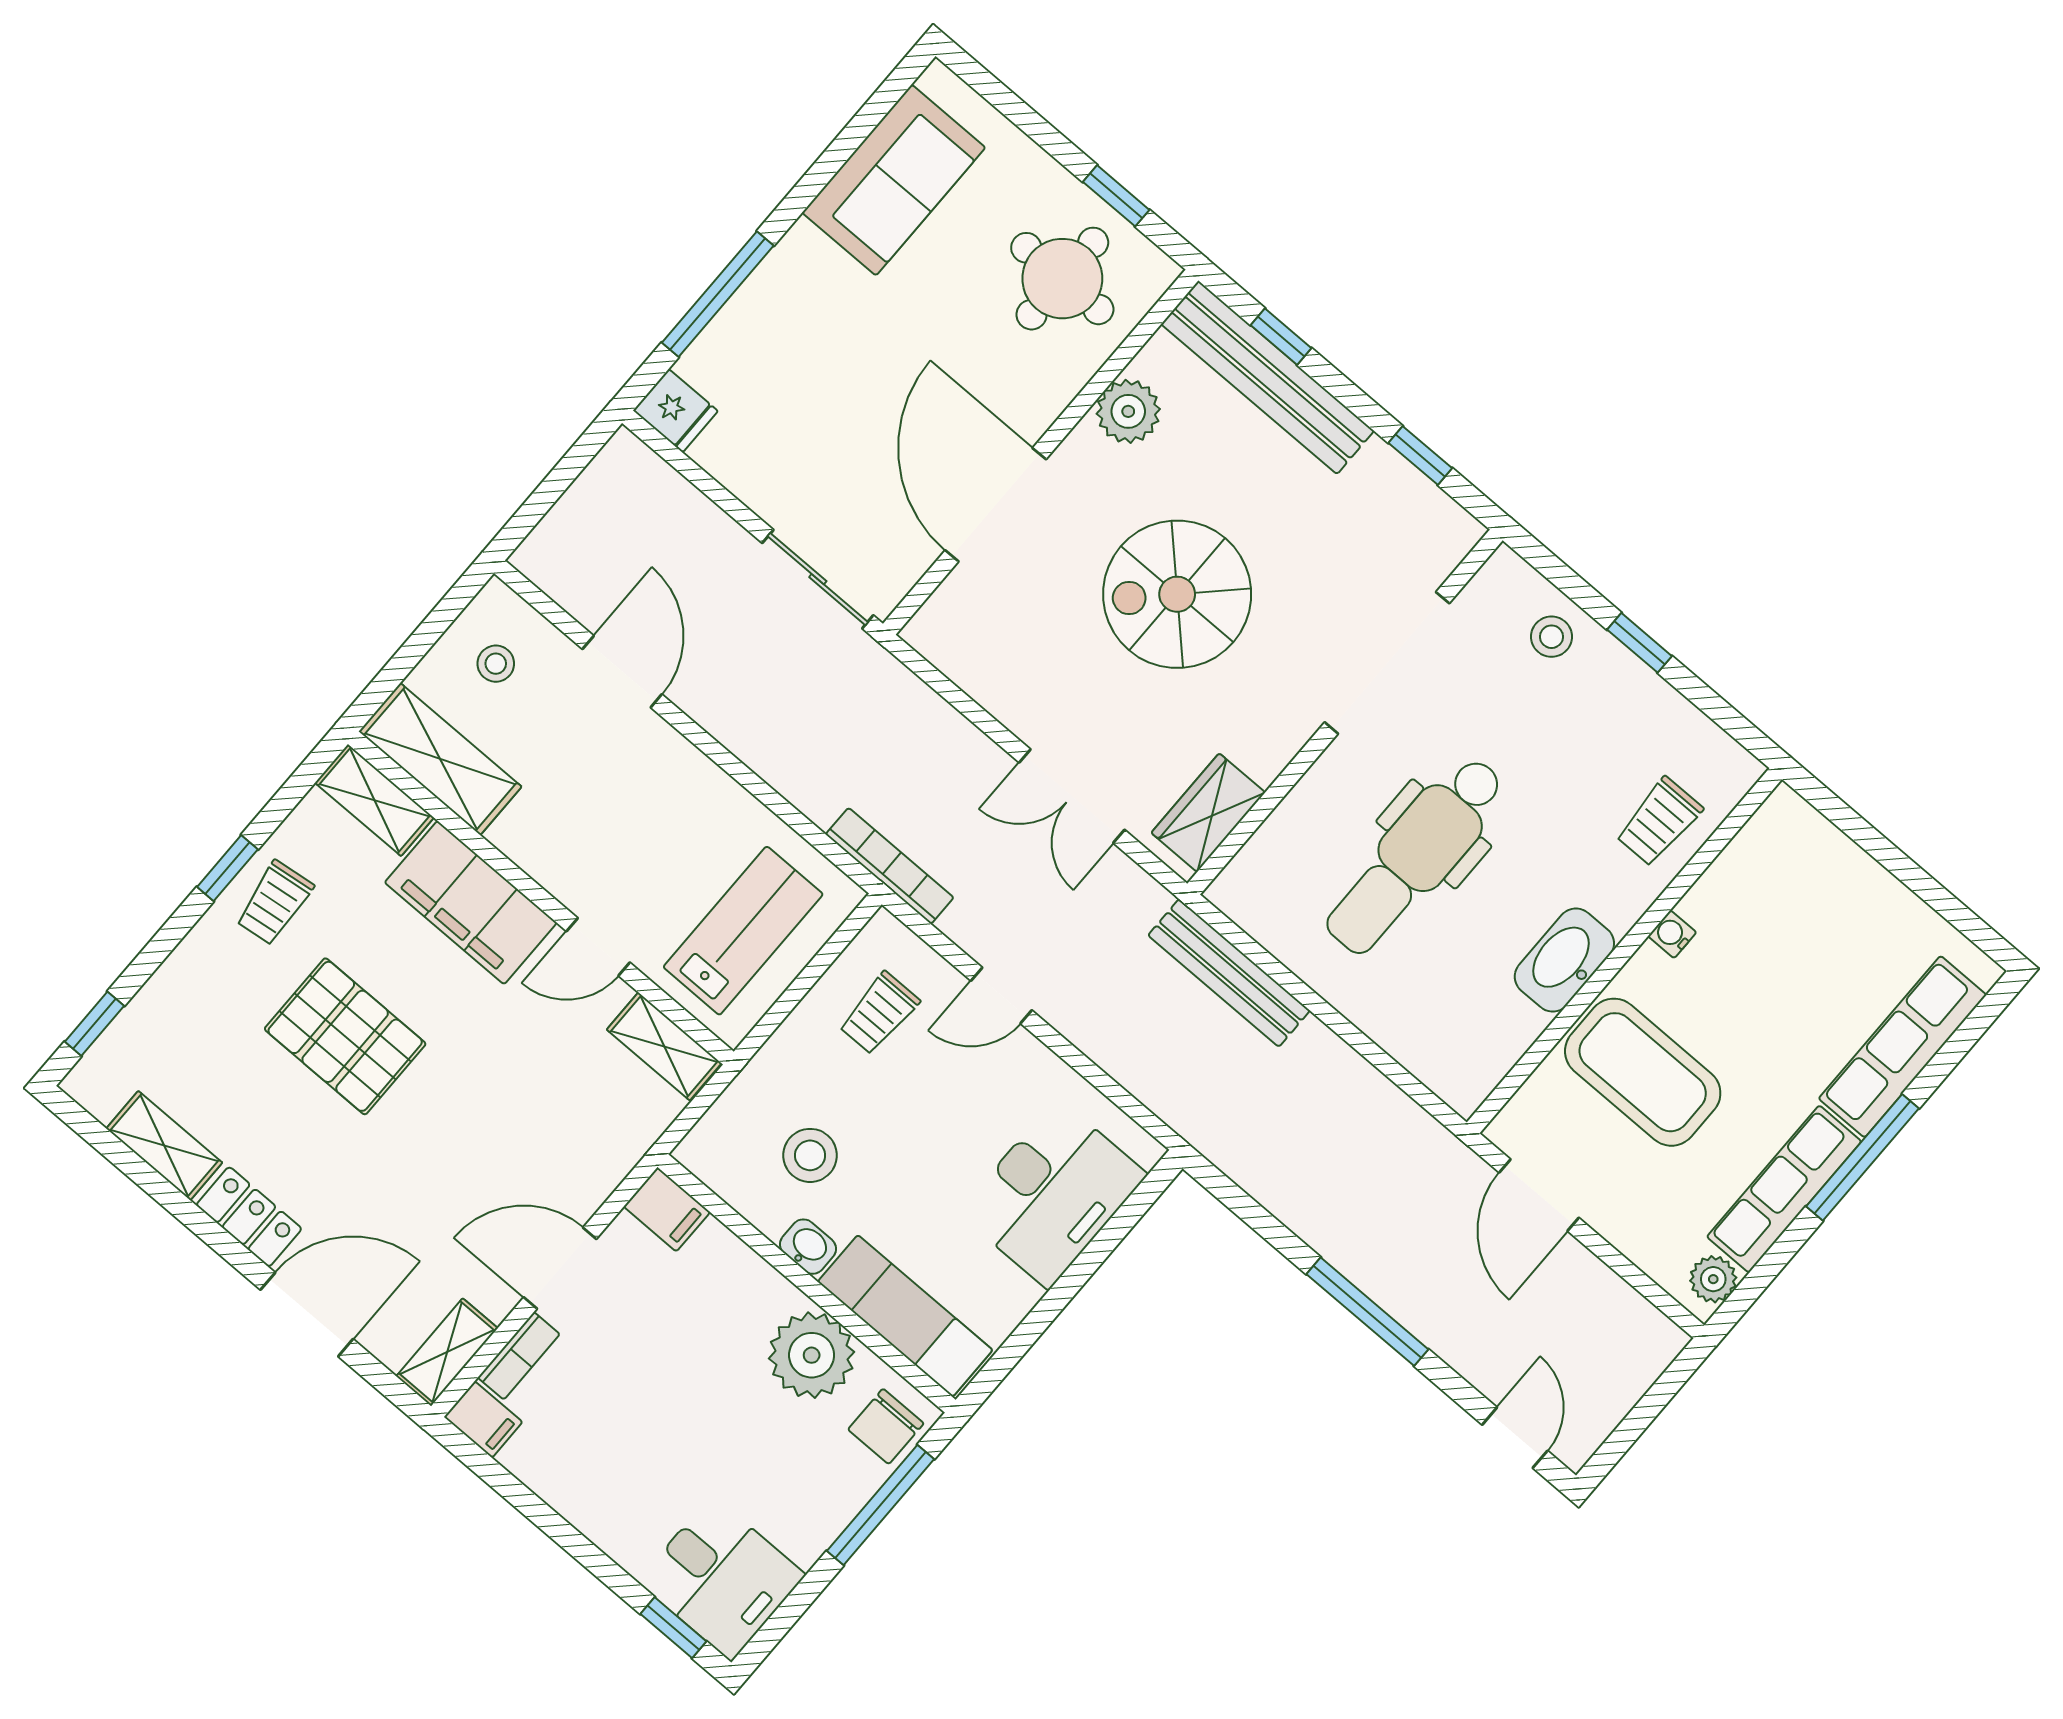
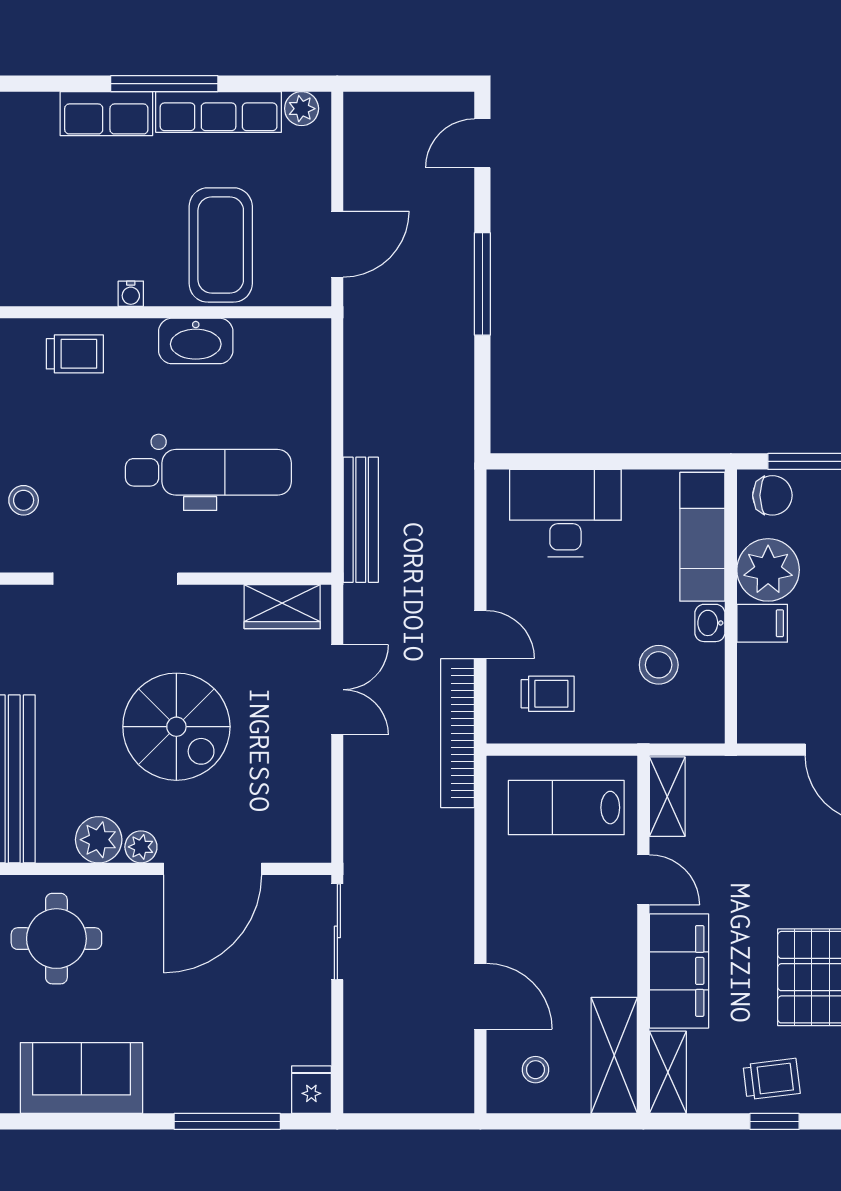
plant: (1083, 449) -> (141, 847), added
door: (622, 672) -> (480, 996), swing flipped
bookcase: (890, 866) -> (458, 733), width x1.48, depth x1.31
row of seats: (1903, 1047) -> (106, 114), width x0.68
filing cabinet: (667, 1209) -> (762, 623), moved, turned 90

